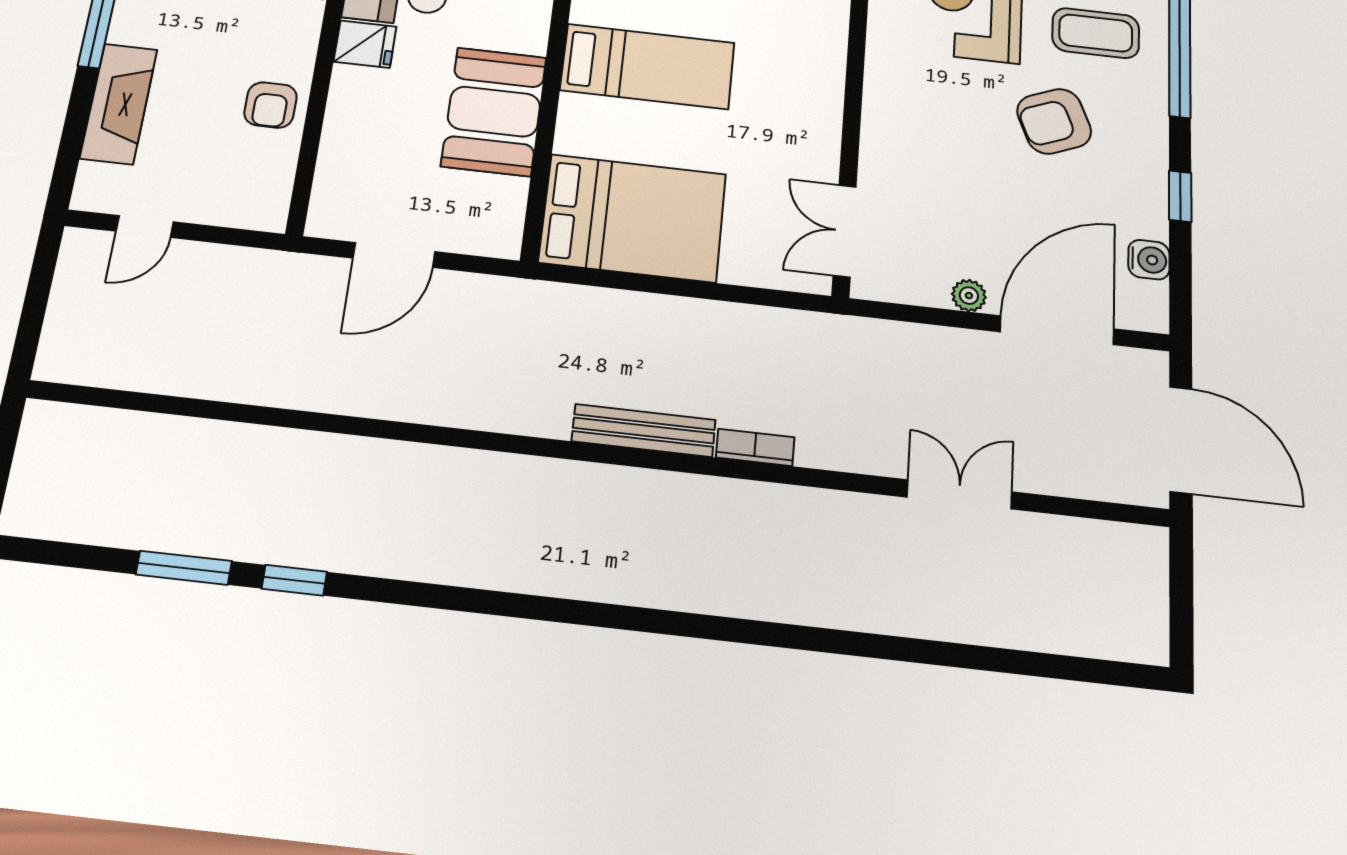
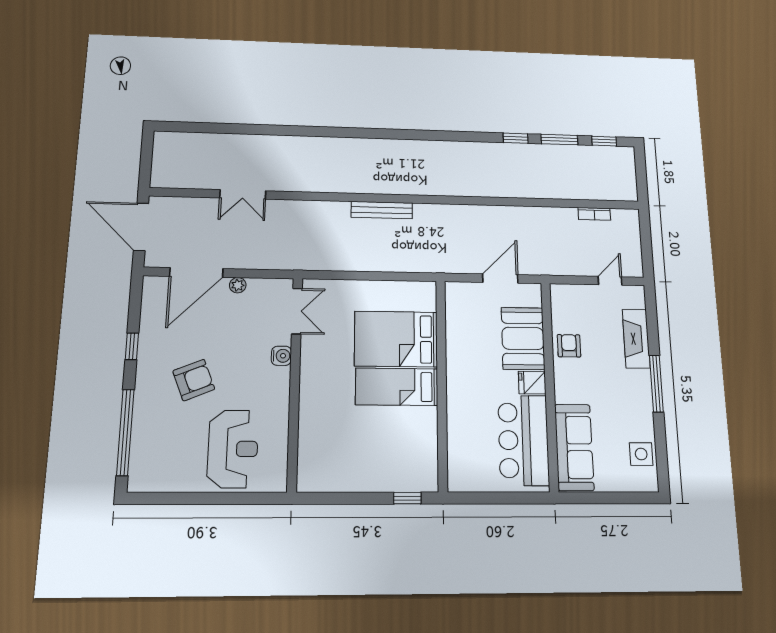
coffee table: (1096, 33) -> (170, 433), removed
booth: (494, 112) -> (523, 338), moved
bed: (633, 218) -> (396, 339), moved
water cooler: (1149, 260) -> (281, 356), moved, turned 180
bookcase: (755, 447) -> (594, 214), moved
window: (70, 555) -> (604, 141), added

